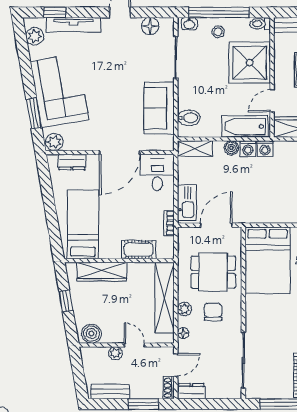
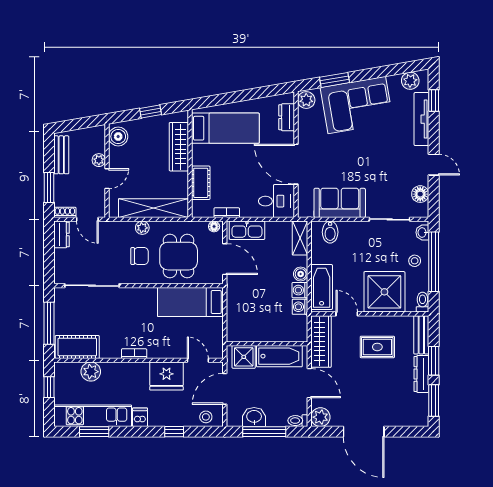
bed: (267, 260) -> (190, 302), width x0.67
floor lamp: (183, 333) -> (214, 226), moved

